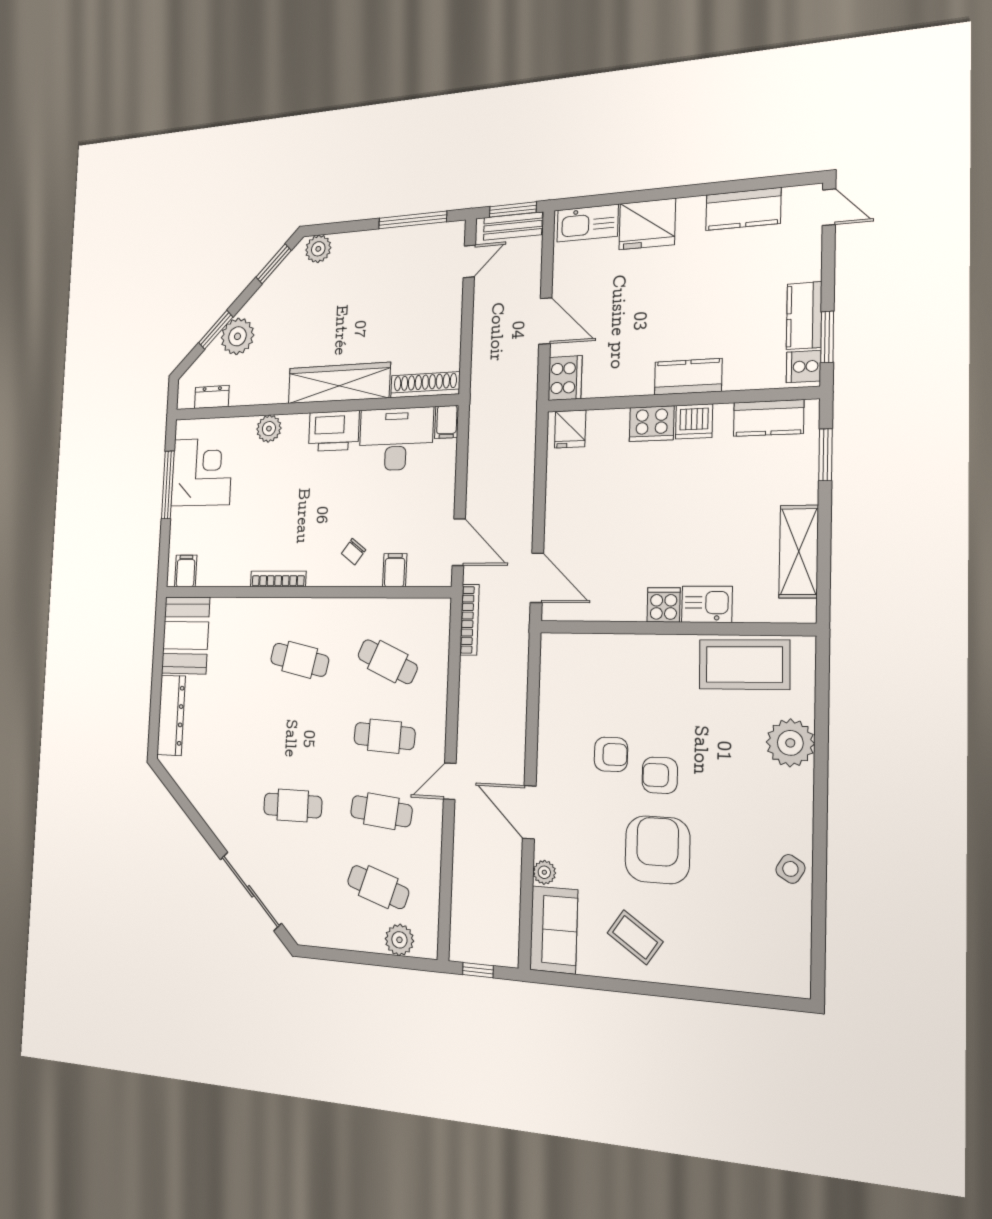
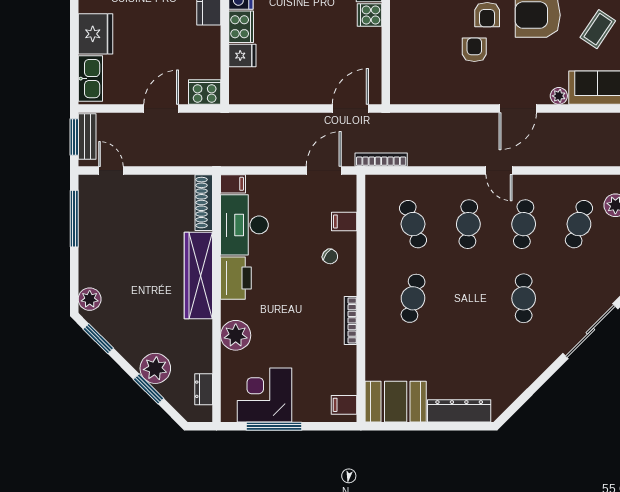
plant: (269, 429) -> (236, 335), width x1.36, depth x1.36
fridge: (570, 429) -> (242, 56), moved
cafe table: (388, 662) -> (413, 224), turned -42

